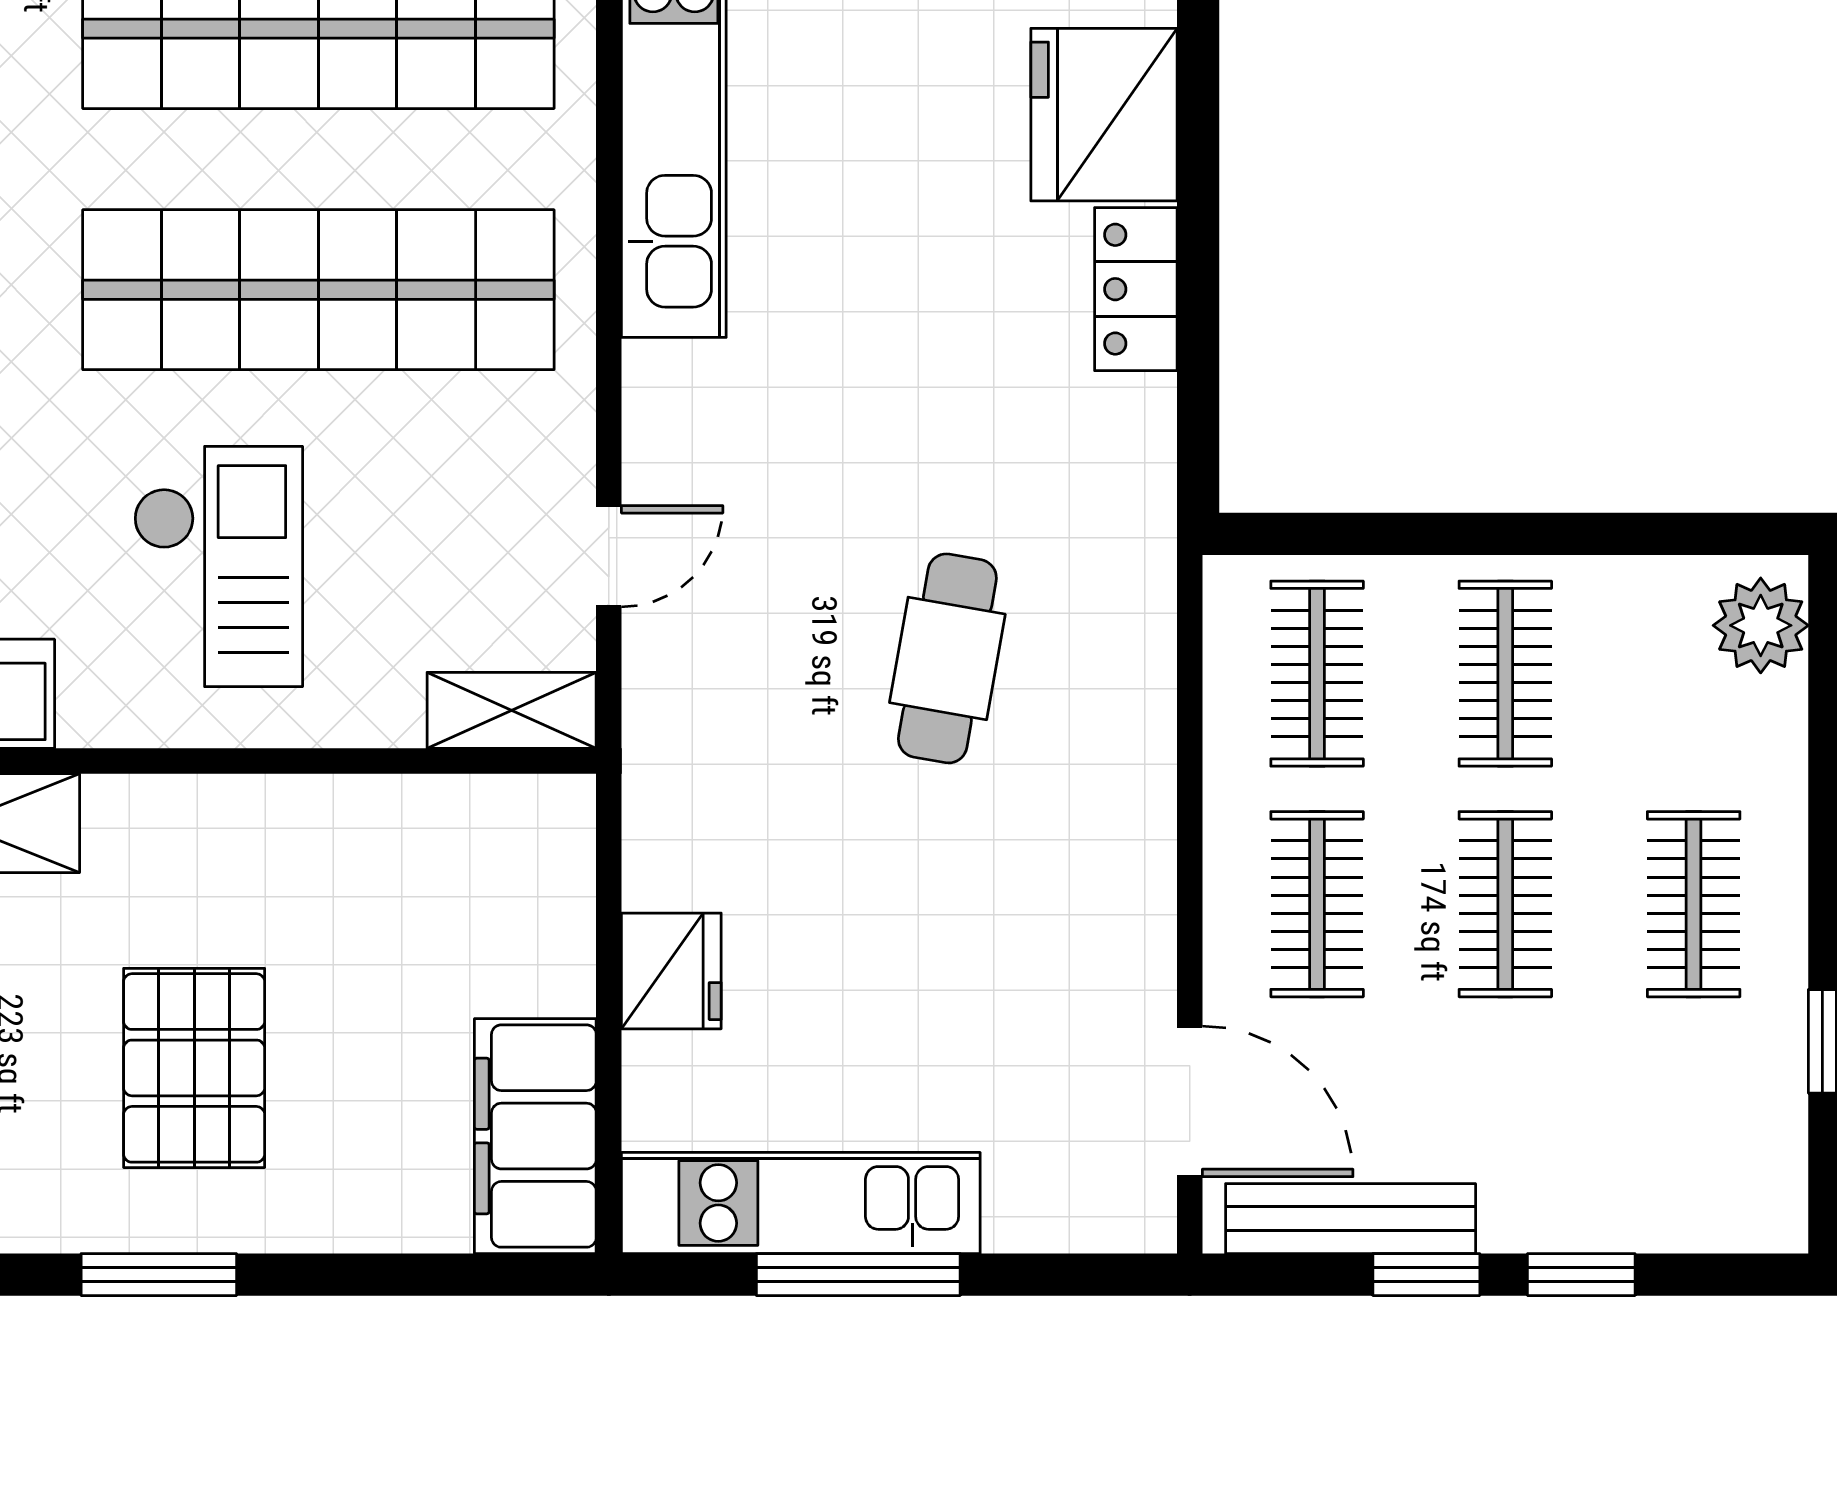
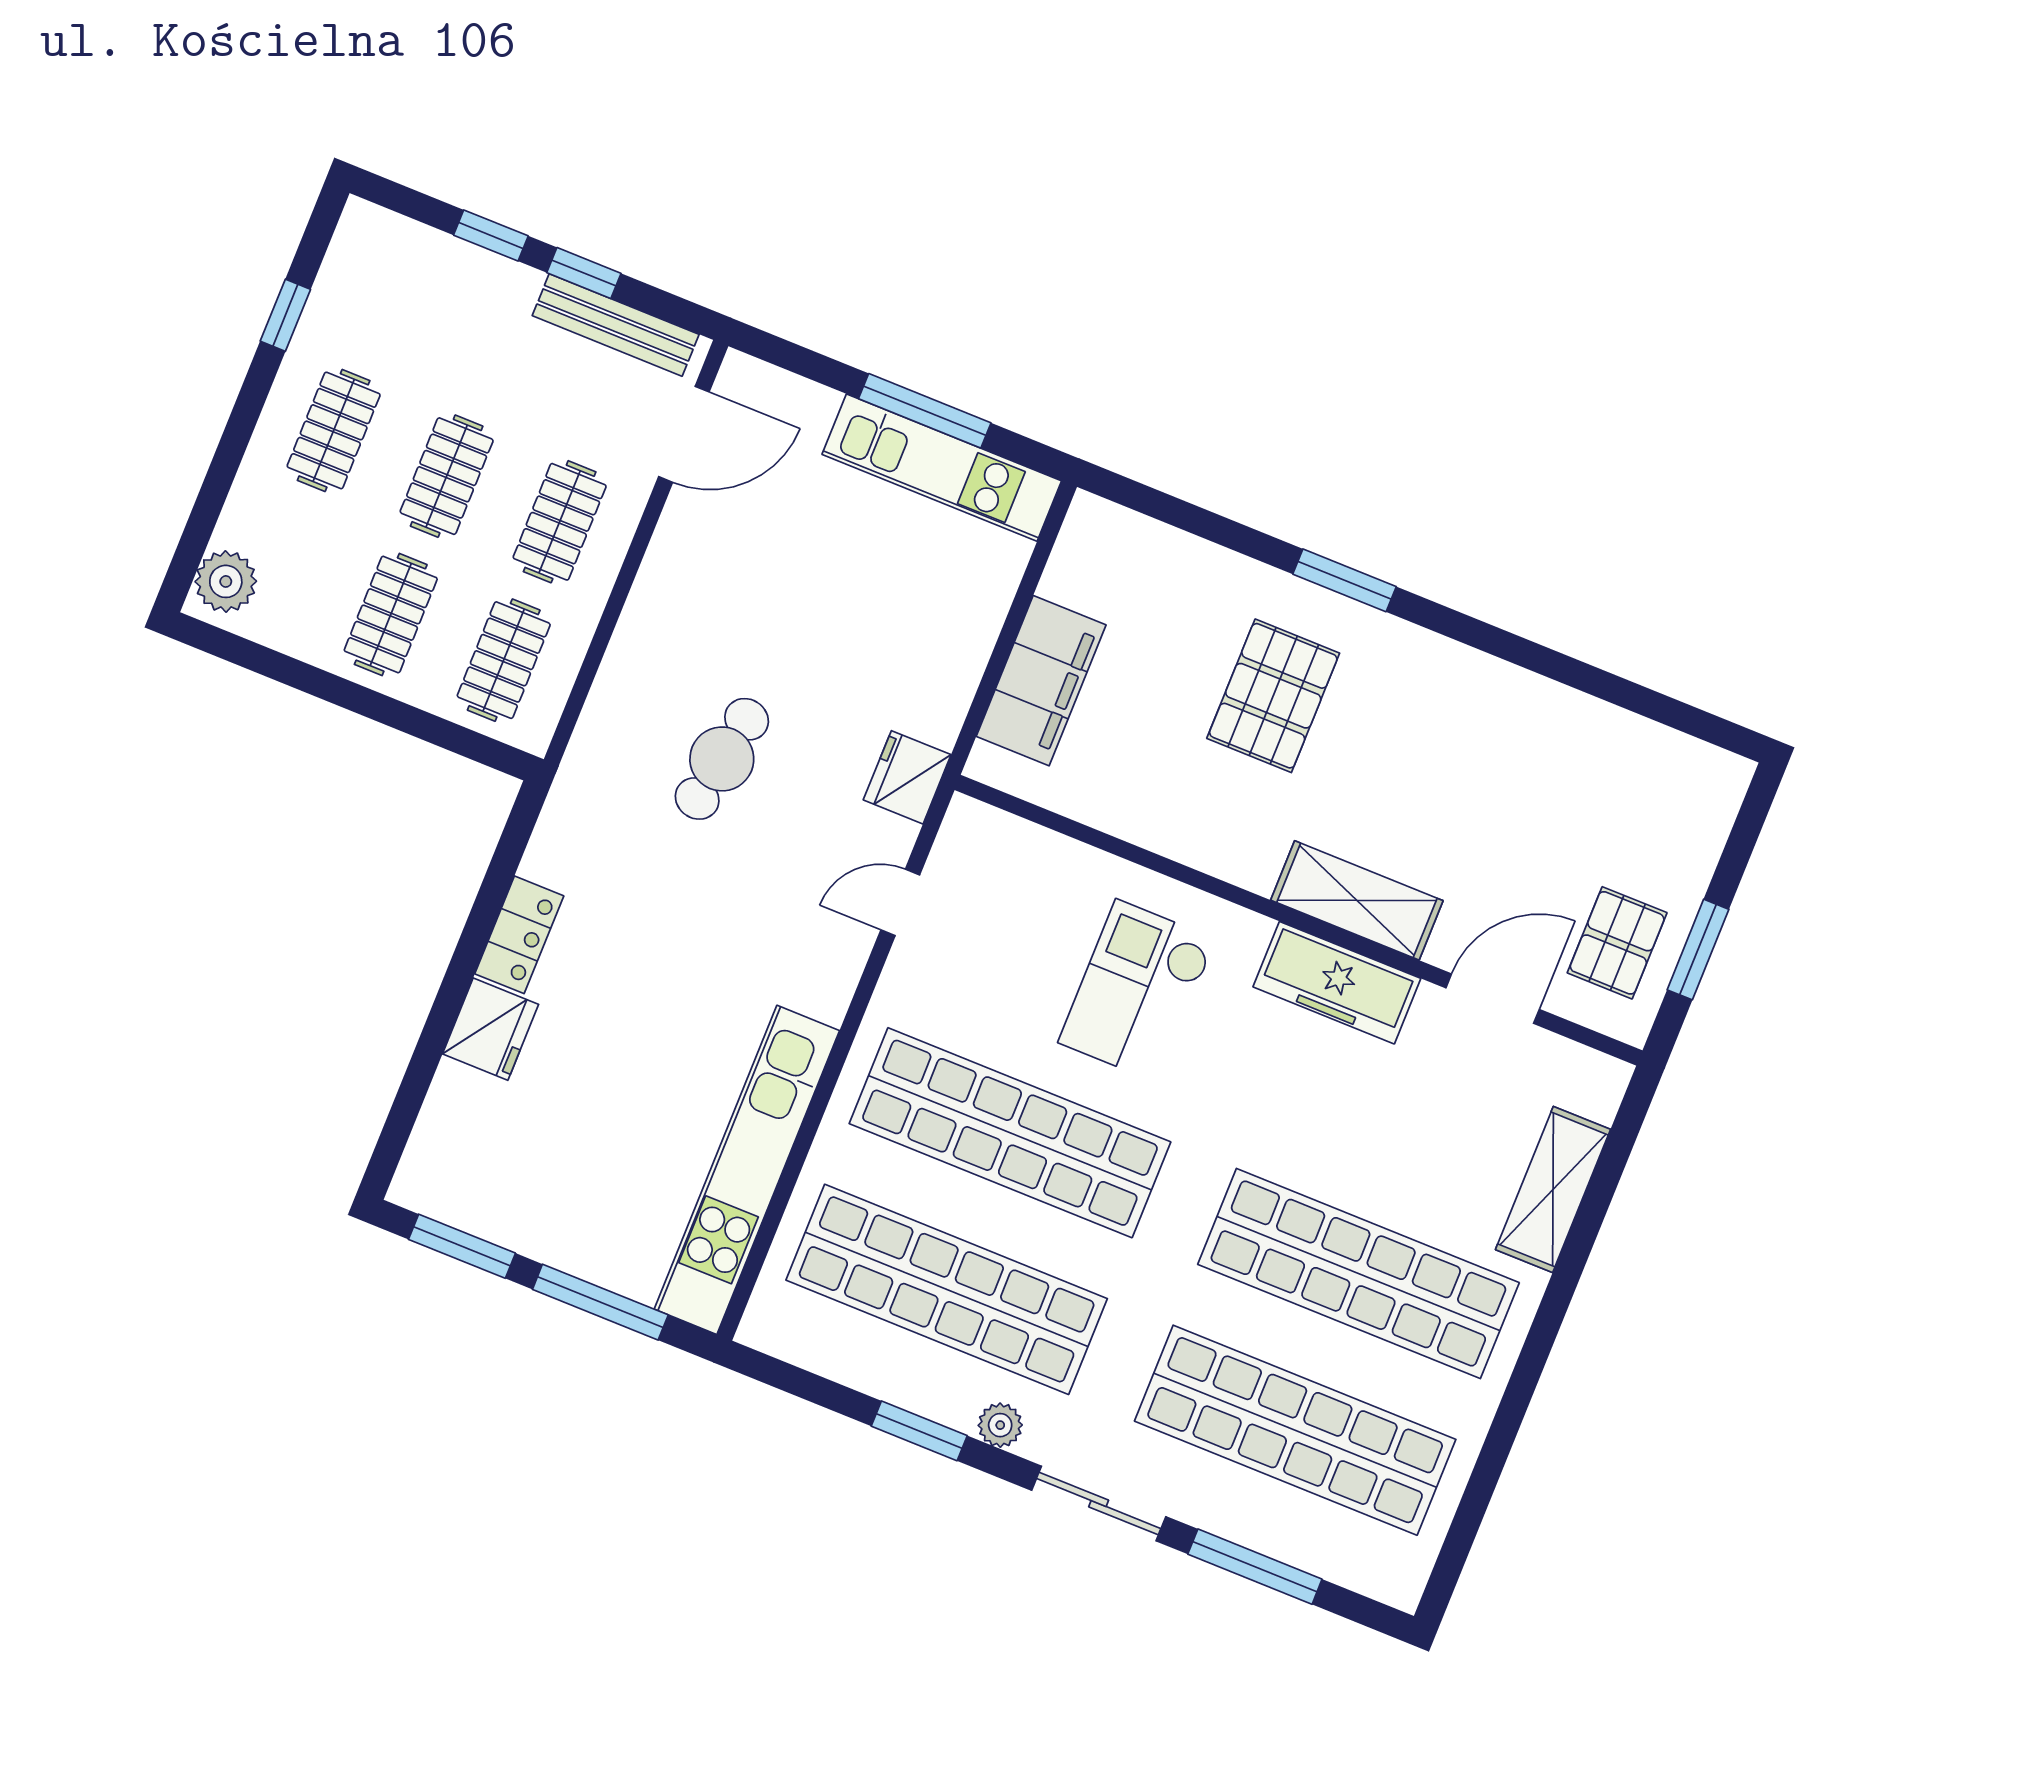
fridge: (1104, 115) -> (490, 1029), width x0.73, depth x0.75
shelving: (512, 710) -> (996, 833), removed
fridge: (671, 971) -> (907, 777), moved
door: (1190, 1101) -> (684, 434), swing flipped
filing cabinet: (535, 1136) -> (1041, 681), moved

